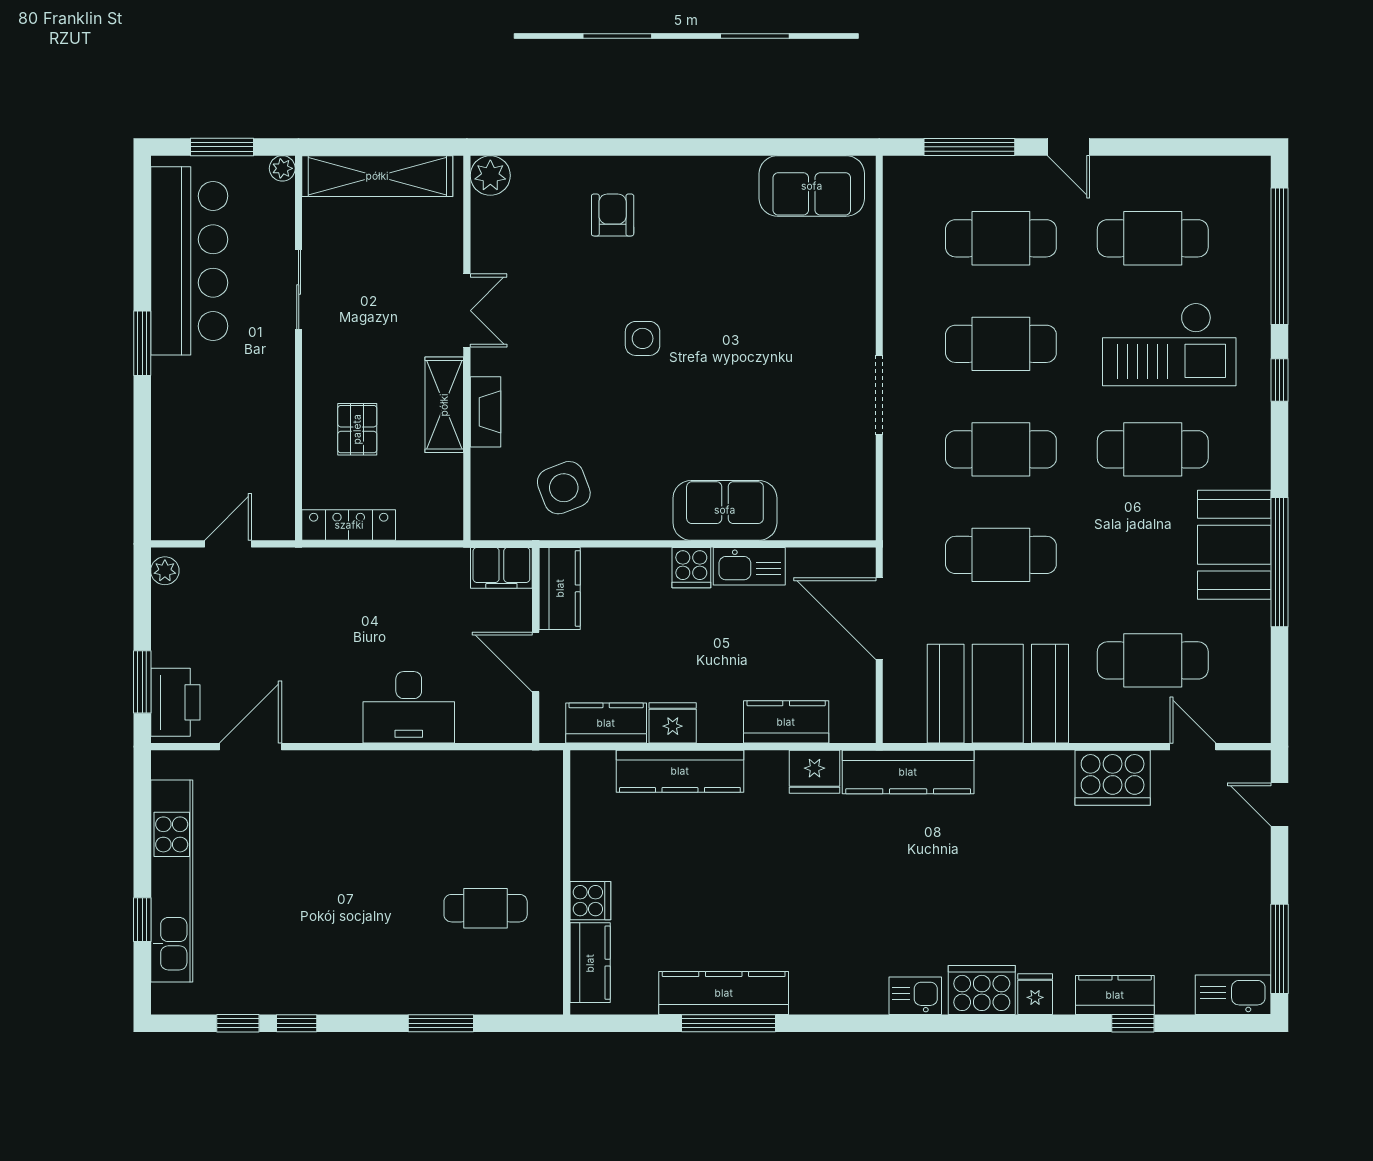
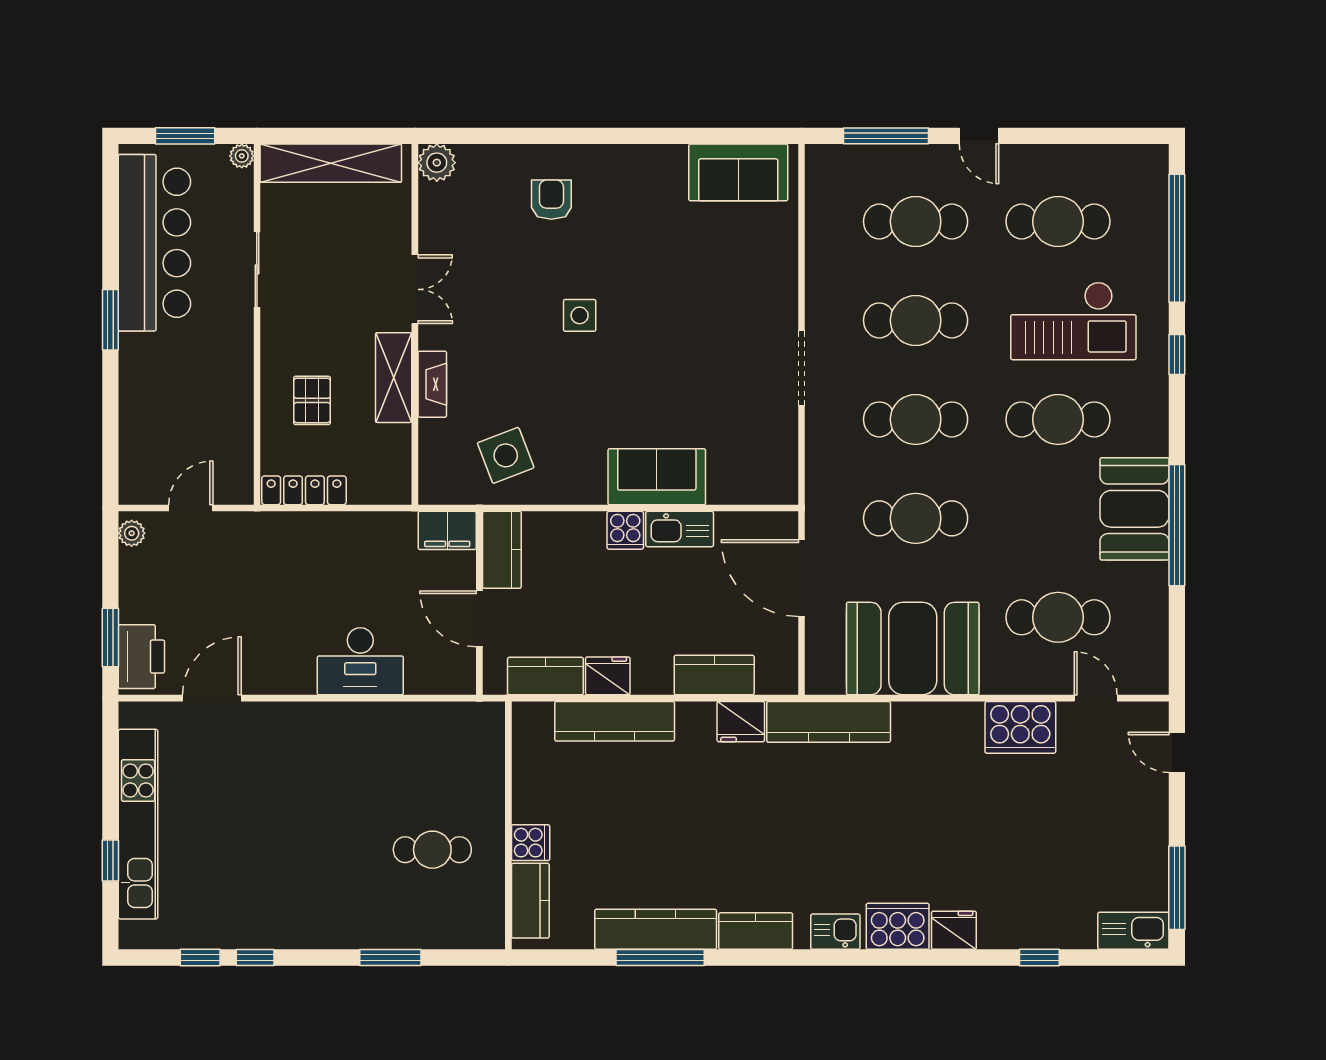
fridge: (1035, 994) -> (954, 930), width x1.38
kitchen counter: (1115, 995) -> (756, 931), moved

